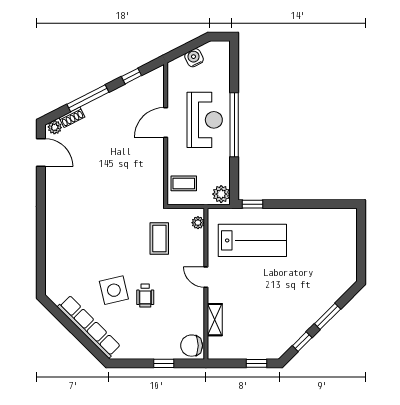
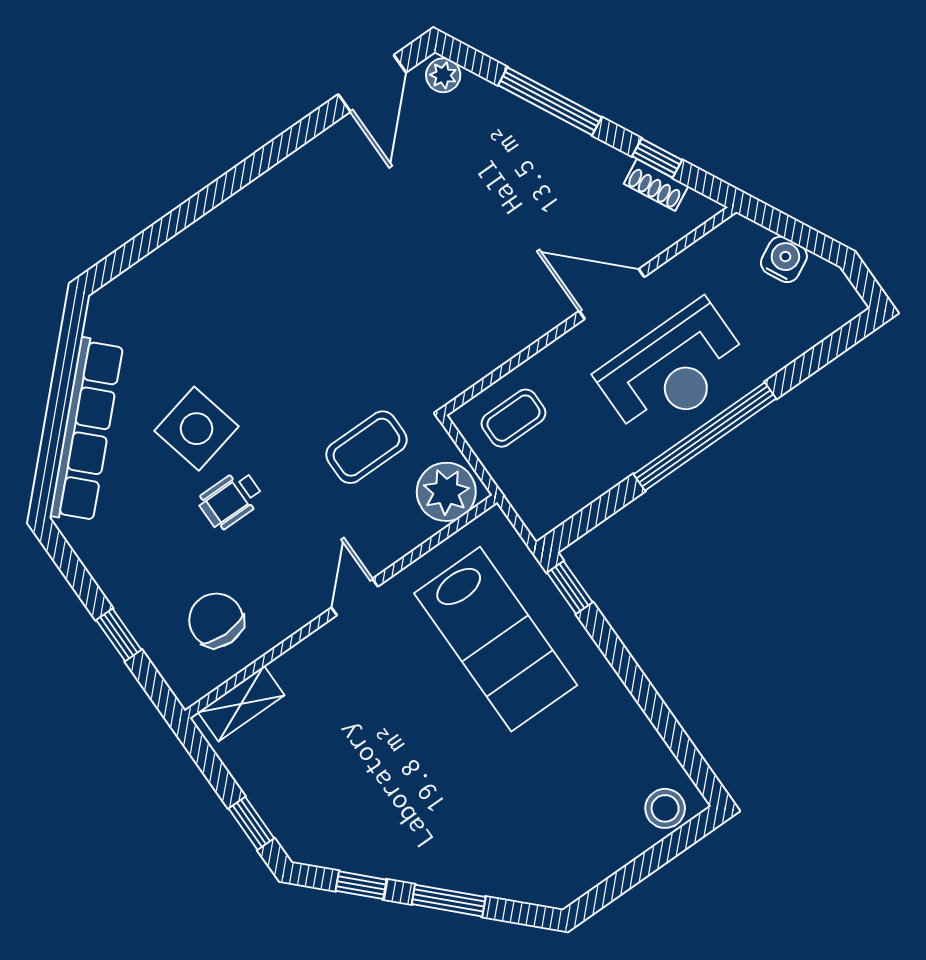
shoe rack: (72, 117) -> (656, 185), moved
coffee table: (184, 183) -> (513, 418), turned 90
plant: (221, 194) -> (546, 510), removed
plant: (198, 223) -> (446, 492), width x1.88, depth x1.88
stool: (347, 224) -> (665, 808), added
shelving: (215, 320) -> (241, 704), moved
chair: (192, 346) -> (216, 620), moved

